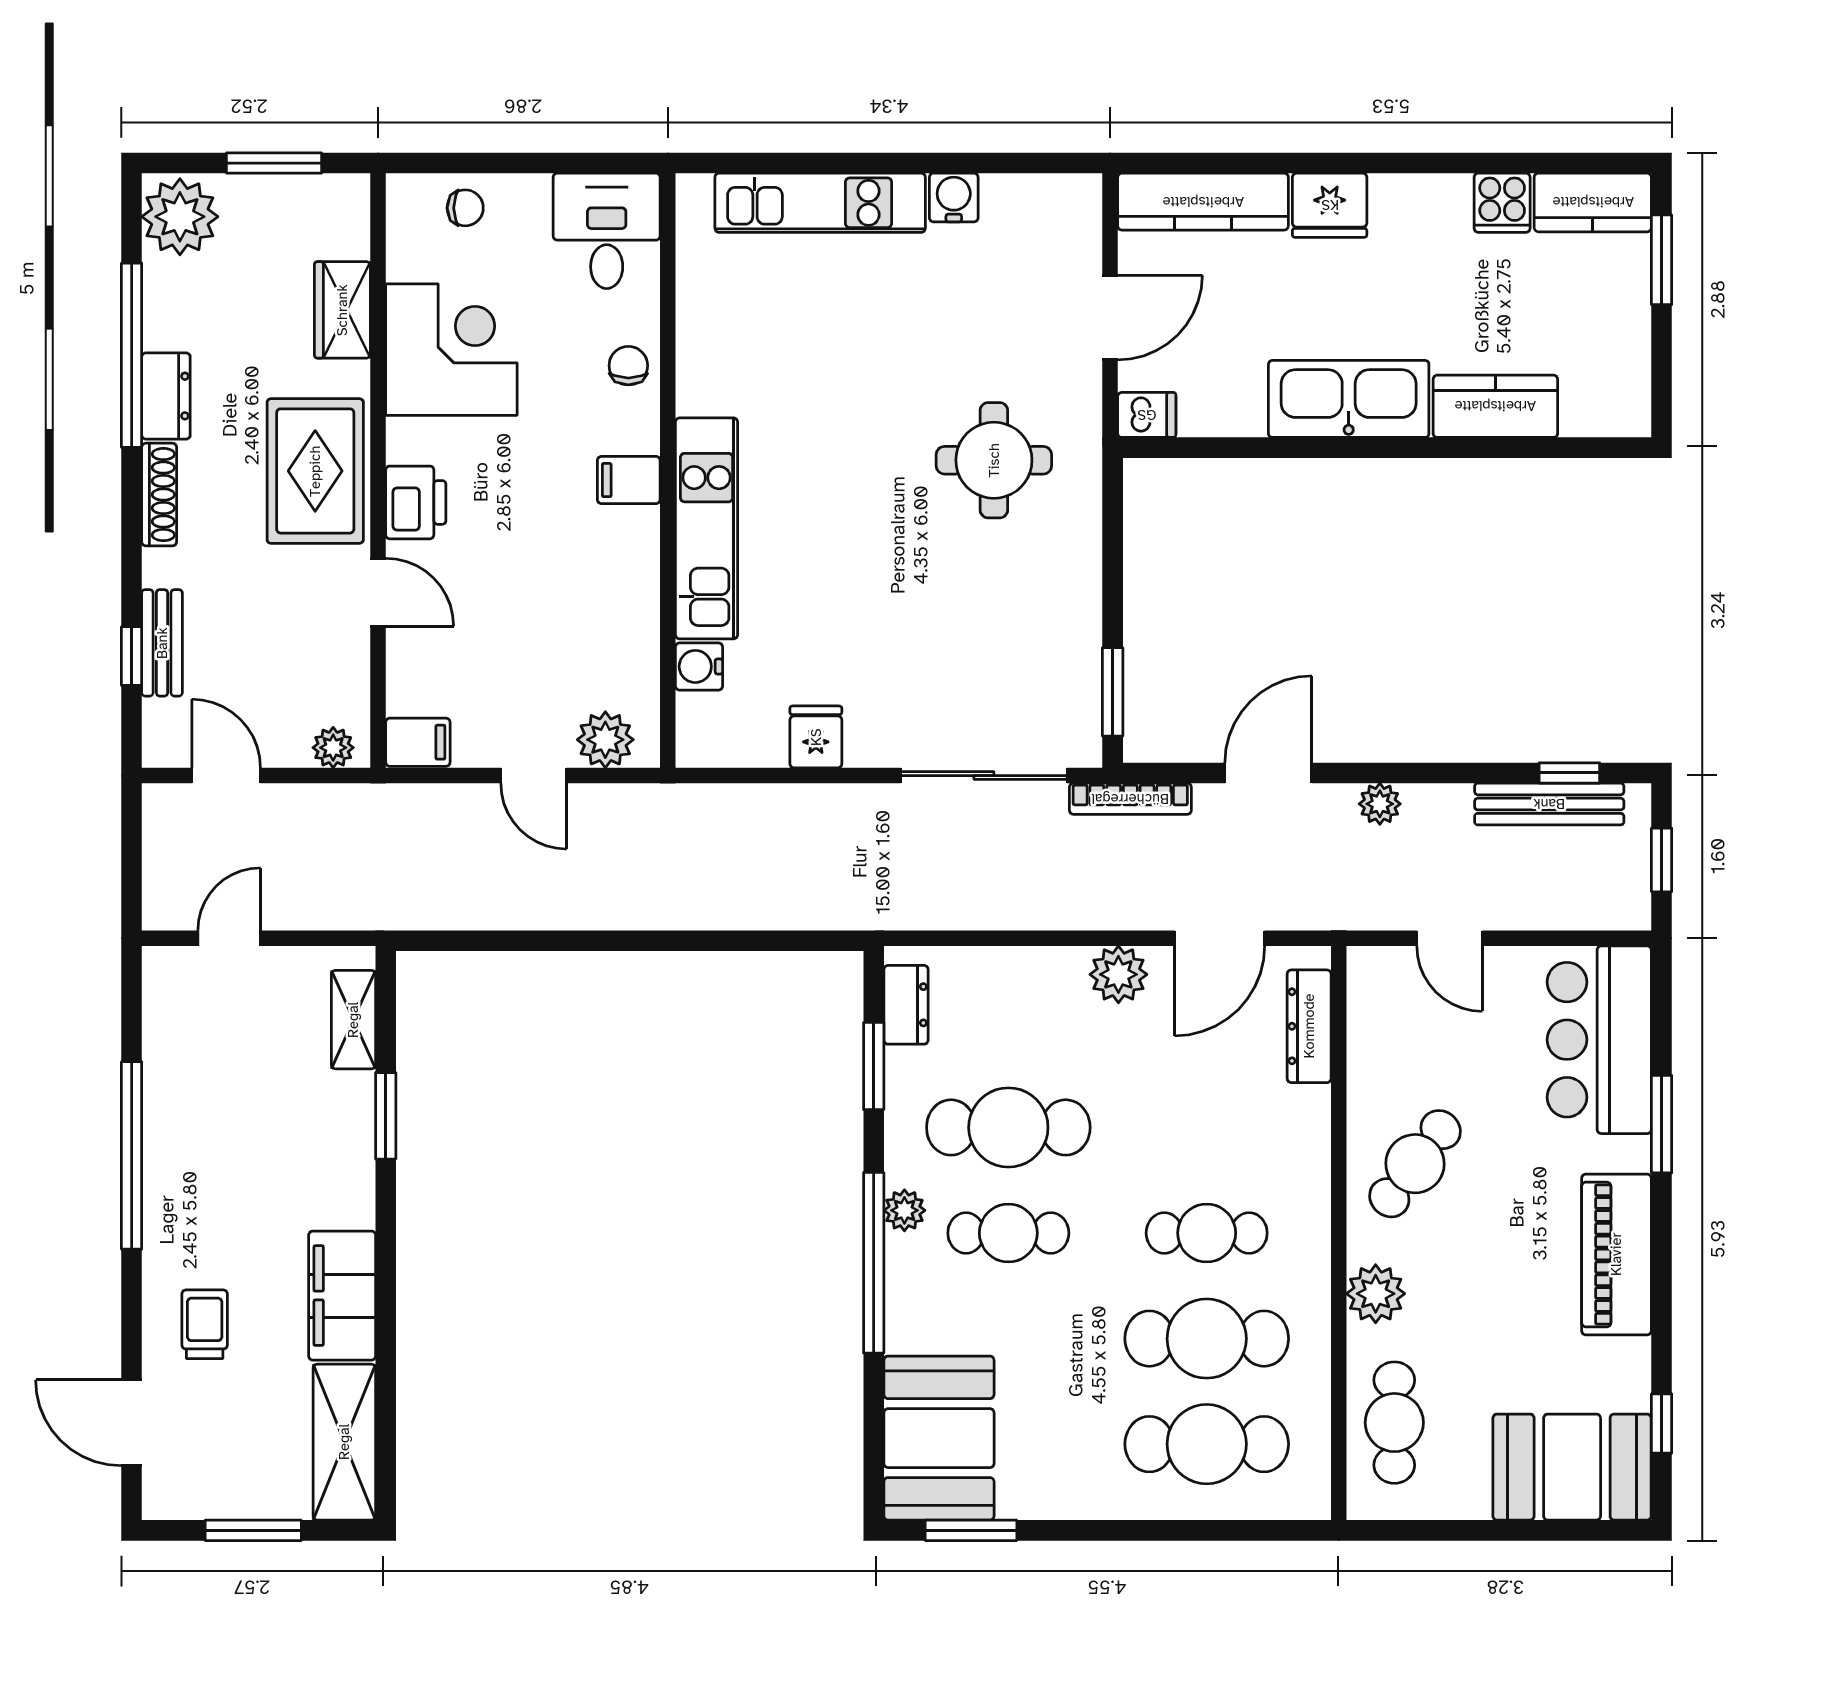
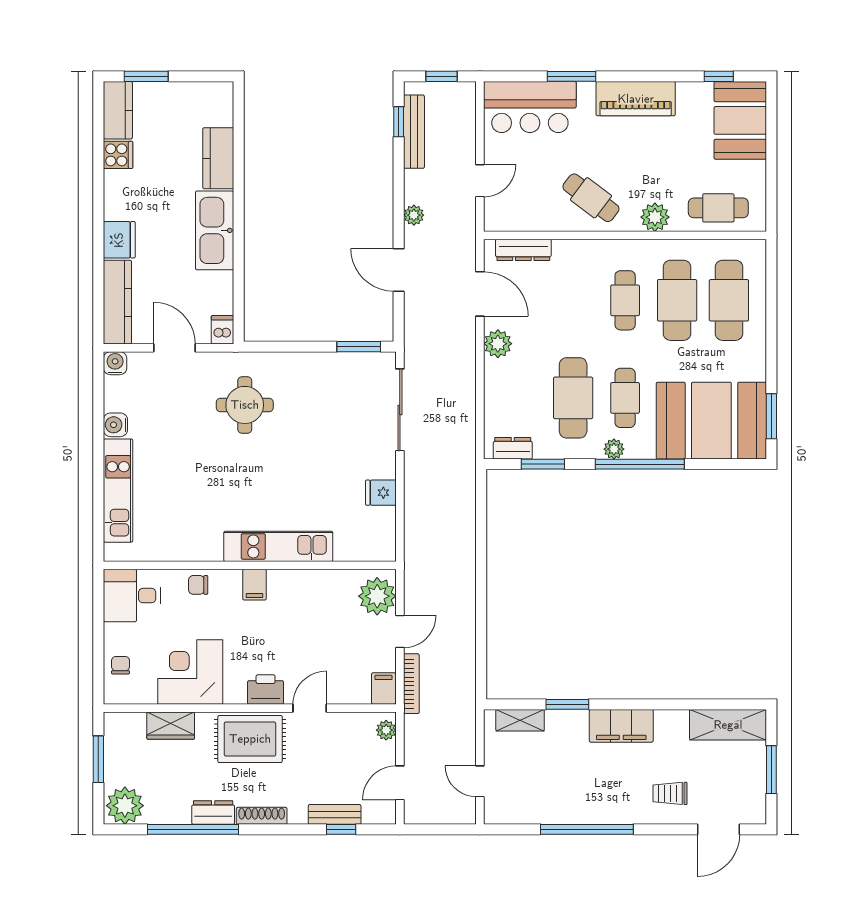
water cooler: (699, 666) -> (115, 363), moved, turned 180
plant: (605, 740) -> (377, 596), width x1.36, depth x1.36
bookcase: (1130, 799) -> (411, 684), moved
filing cabinet: (342, 1296) -> (621, 726), moved
booth: (939, 1438) -> (711, 421), width x1.36, depth x1.42

